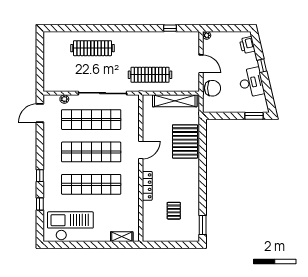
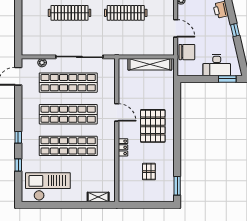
clothes rail: (150, 75) -> (126, 13), moved
desk: (251, 82) -> (217, 65), moved, turned 103
pallet: (185, 141) -> (153, 126), moved
door: (141, 150) -> (117, 112), hinge flipped
locker: (147, 186) -> (123, 147), width x0.66

